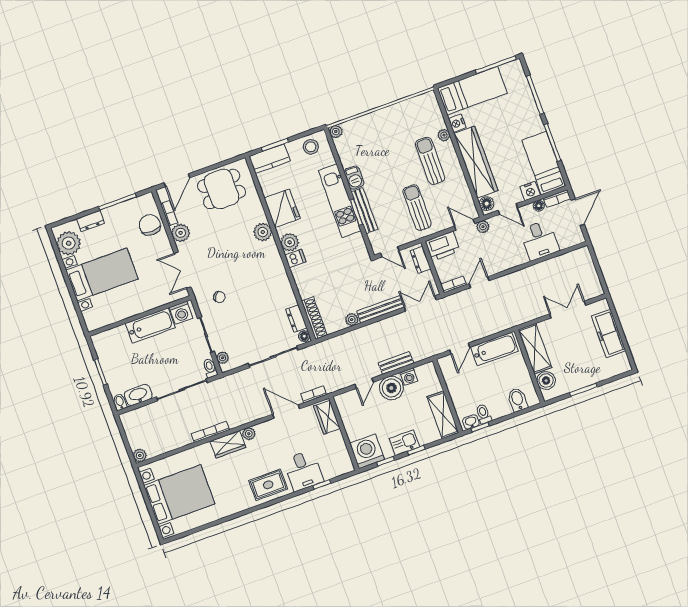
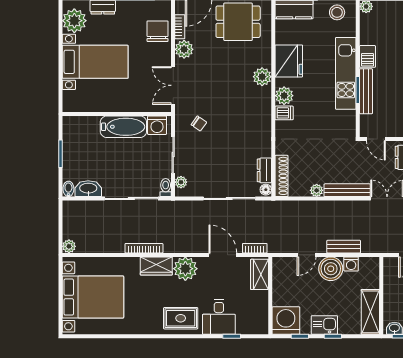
plant: (249, 434) -> (185, 269), width x1.88, depth x1.88

